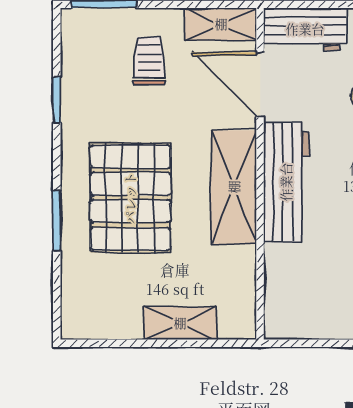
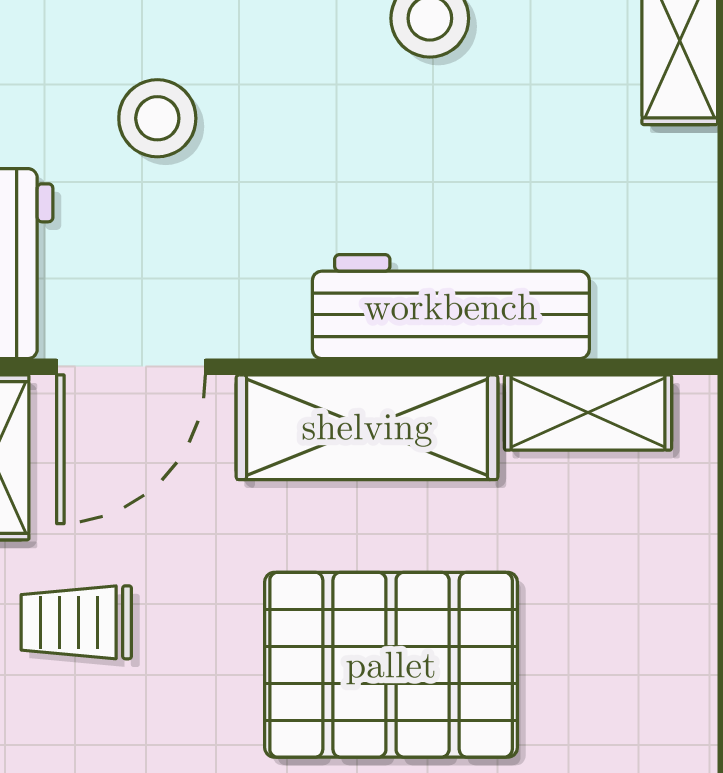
workbench: (286, 182) -> (451, 307), moved
shelving: (180, 323) -> (588, 413), moved, turned 90

